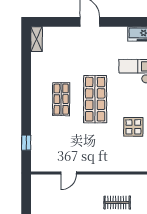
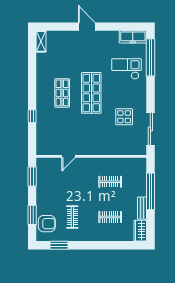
window: (26, 143) -> (32, 116), moved
window: (26, 196) -> (32, 176), added

